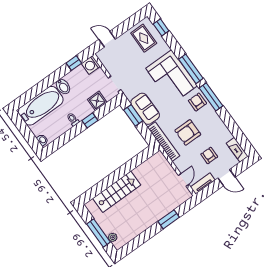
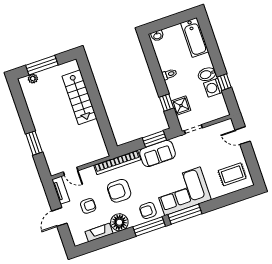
window: (161, 27) -> (238, 196), removed
door: (107, 39) -> (243, 136), swing flipped
window: (74, 63) -> (224, 82), moved
washing machine: (91, 65) -> (213, 88), moved, turned -90
armchair: (197, 102) -> (148, 211), turned 180
bathtub: (41, 106) -> (195, 37), width x0.73, depth x0.73
window: (90, 120) -> (166, 103), moved
floor lamp: (215, 124) -> (119, 222), added
armchair: (188, 132) -> (119, 191), turned -90
fireplace: (237, 150) -> (99, 233), moved

